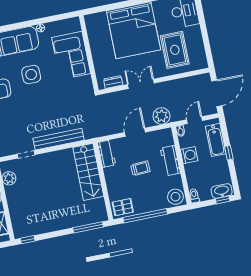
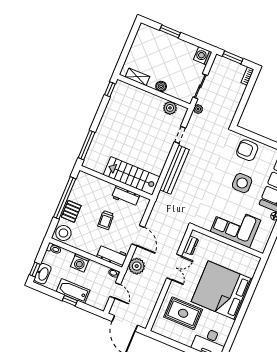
bathtub: (216, 140) -> (73, 291), moved
workbench: (107, 154) -> (126, 196), moved
washing machine: (189, 155) -> (80, 263), moved
workbench: (170, 161) -> (112, 256), moved
pallet: (123, 207) -> (71, 211), moved

